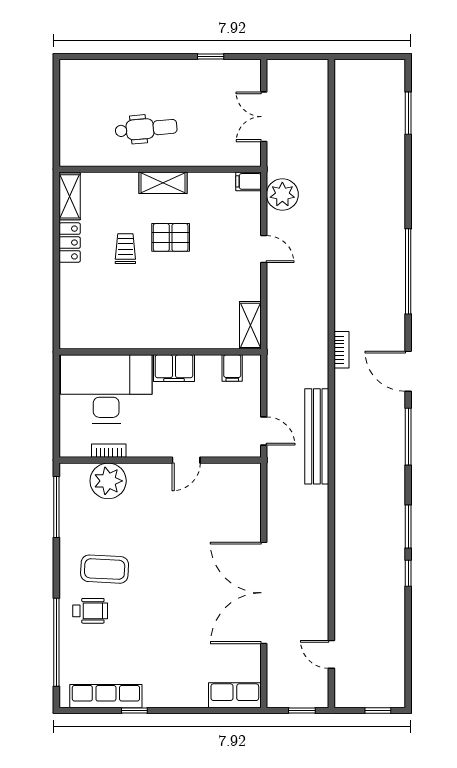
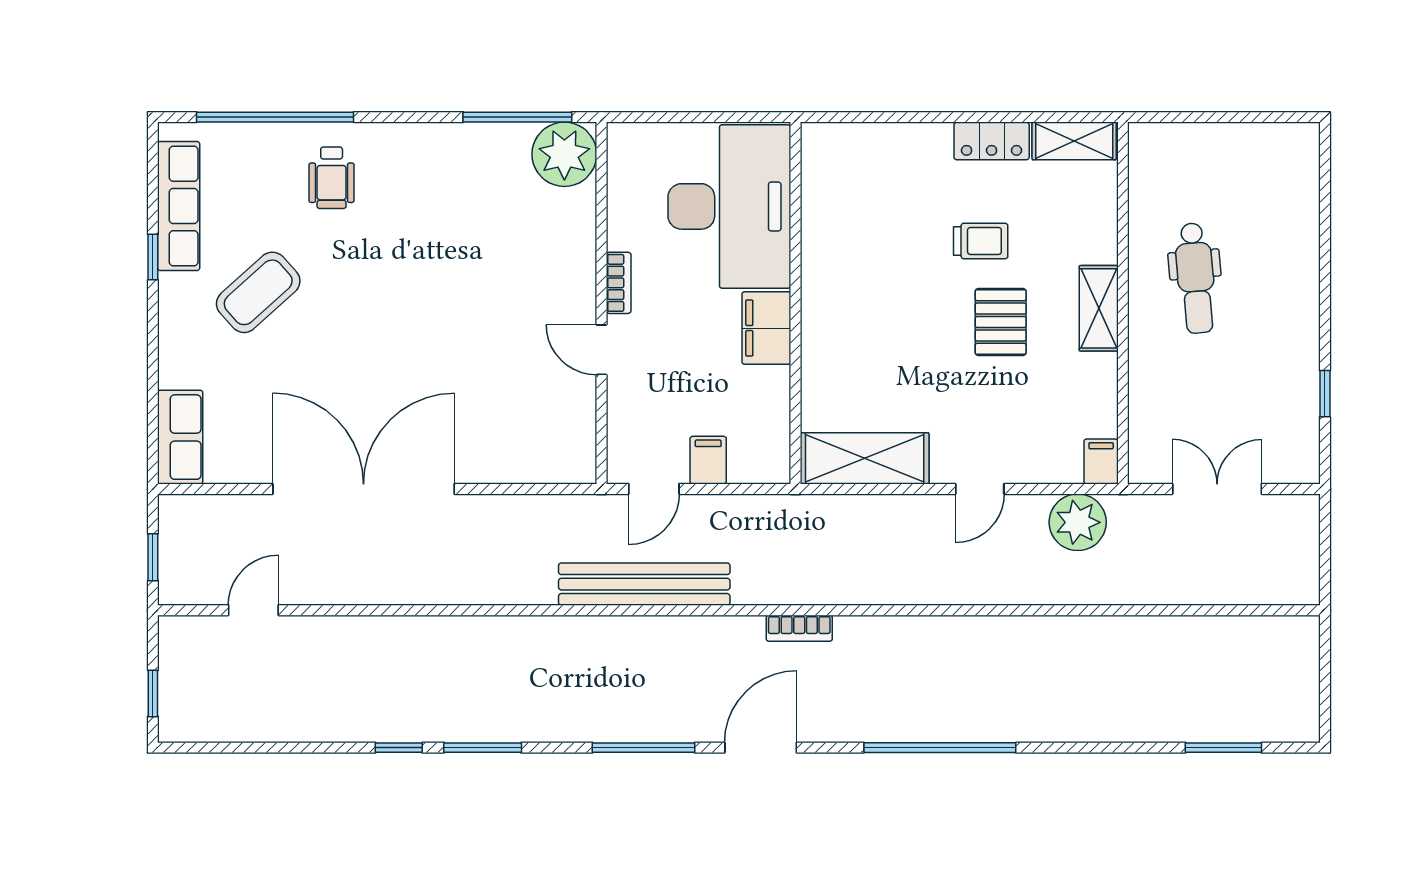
shelving: (250, 325) -> (865, 458), width x1.50, depth x1.33
filing cabinet: (232, 368) -> (708, 460), moved, turned 90
bookcase: (109, 451) -> (619, 283), moved
plant: (108, 481) -> (564, 154), moved
coffee table: (105, 569) -> (258, 292), moved, turned 45

